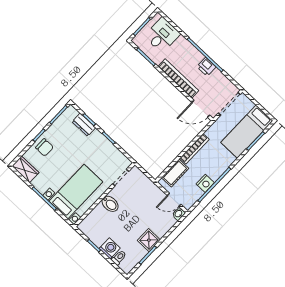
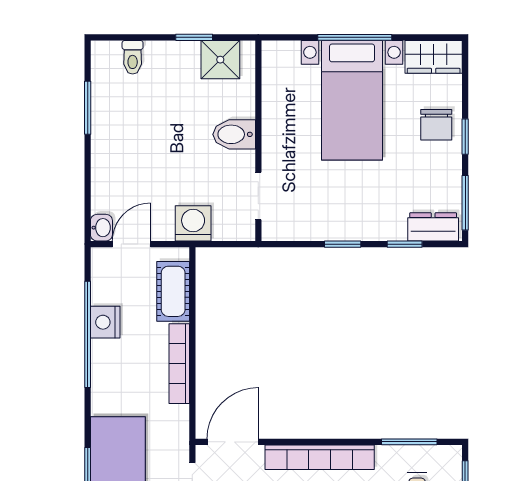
dresser: (84, 125) -> (433, 227), moved
chair: (44, 147) -> (436, 125), turned -90
bed with nightstands: (76, 192) -> (352, 100), moved
shower: (149, 240) -> (220, 60), moved
washing machine: (110, 248) -> (193, 223), moved, turned 180

